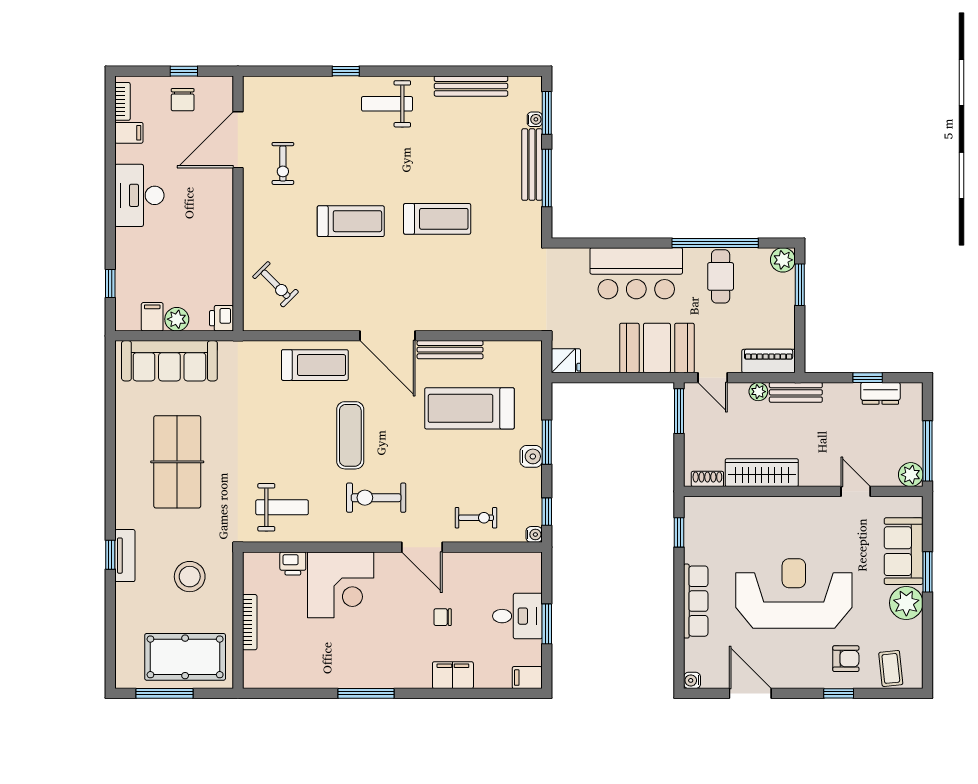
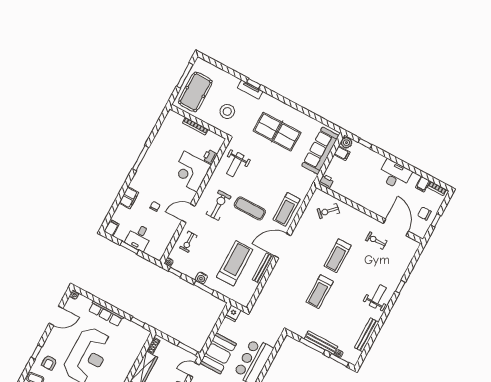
plant: (177, 319) -> (346, 143), moved

